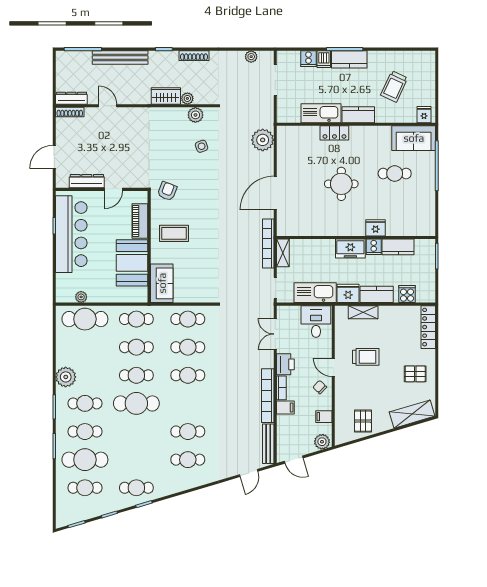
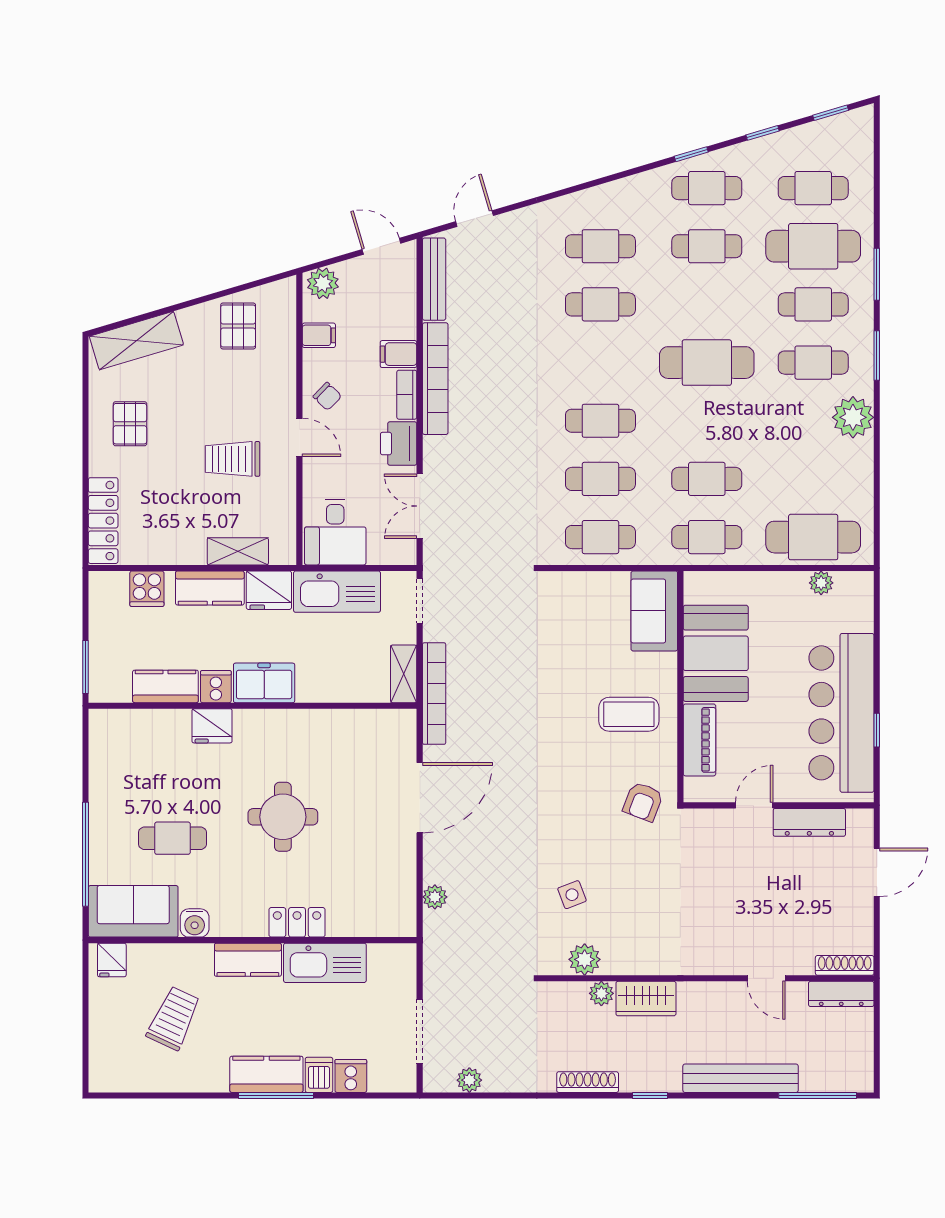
water cooler: (384, 133) -> (195, 923), added
plant: (263, 140) -> (435, 897), width x0.53, depth x0.53
double door: (275, 334) -> (420, 506), swing flipped
pallet: (415, 374) -> (130, 424), turned 90
cafe table: (136, 375) -> (707, 246), moved

